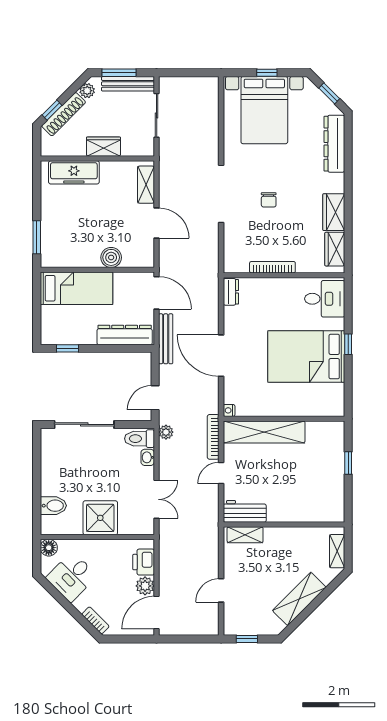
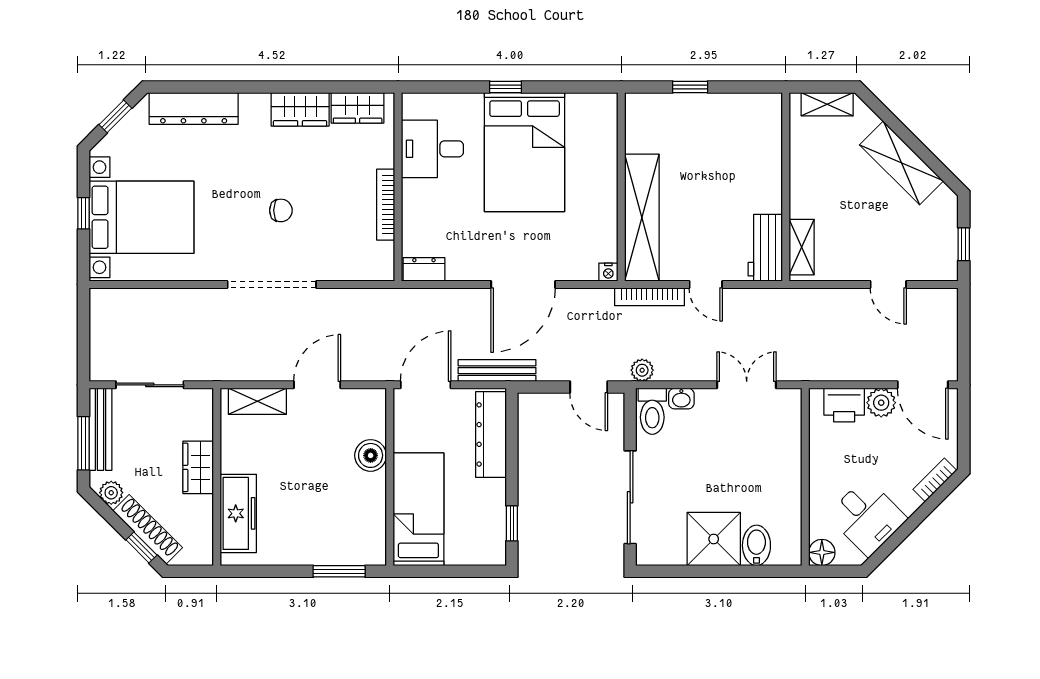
desk: (325, 299) -> (432, 149), moved, turned -90
shower: (100, 518) -> (714, 539), moved

